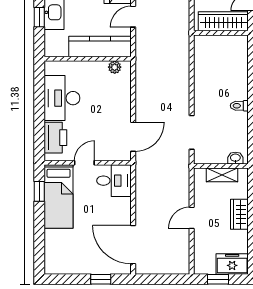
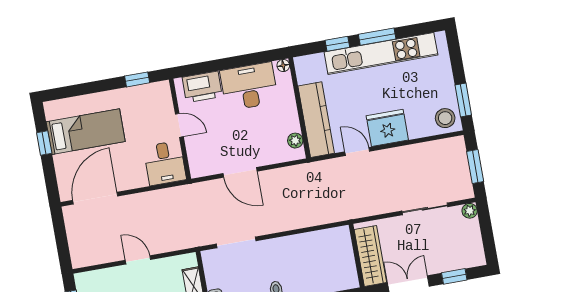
floor lamp: (50, 66) -> (283, 65), added
door: (133, 137) -> (240, 172), moved
bed: (59, 196) -> (86, 132), moved, turned 180
window: (101, 279) -> (44, 143), moved

